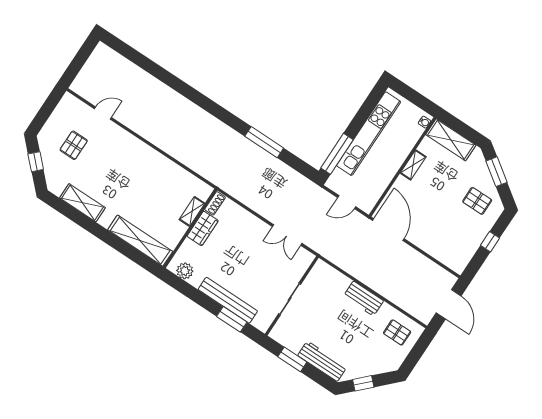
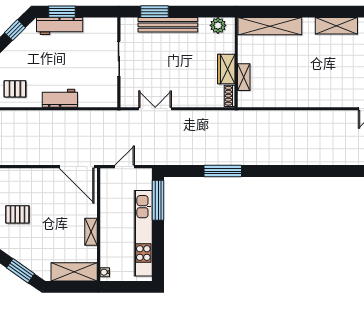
pallet: (477, 201) -> (17, 214), moved
window: (292, 359) -> (62, 12), moved

